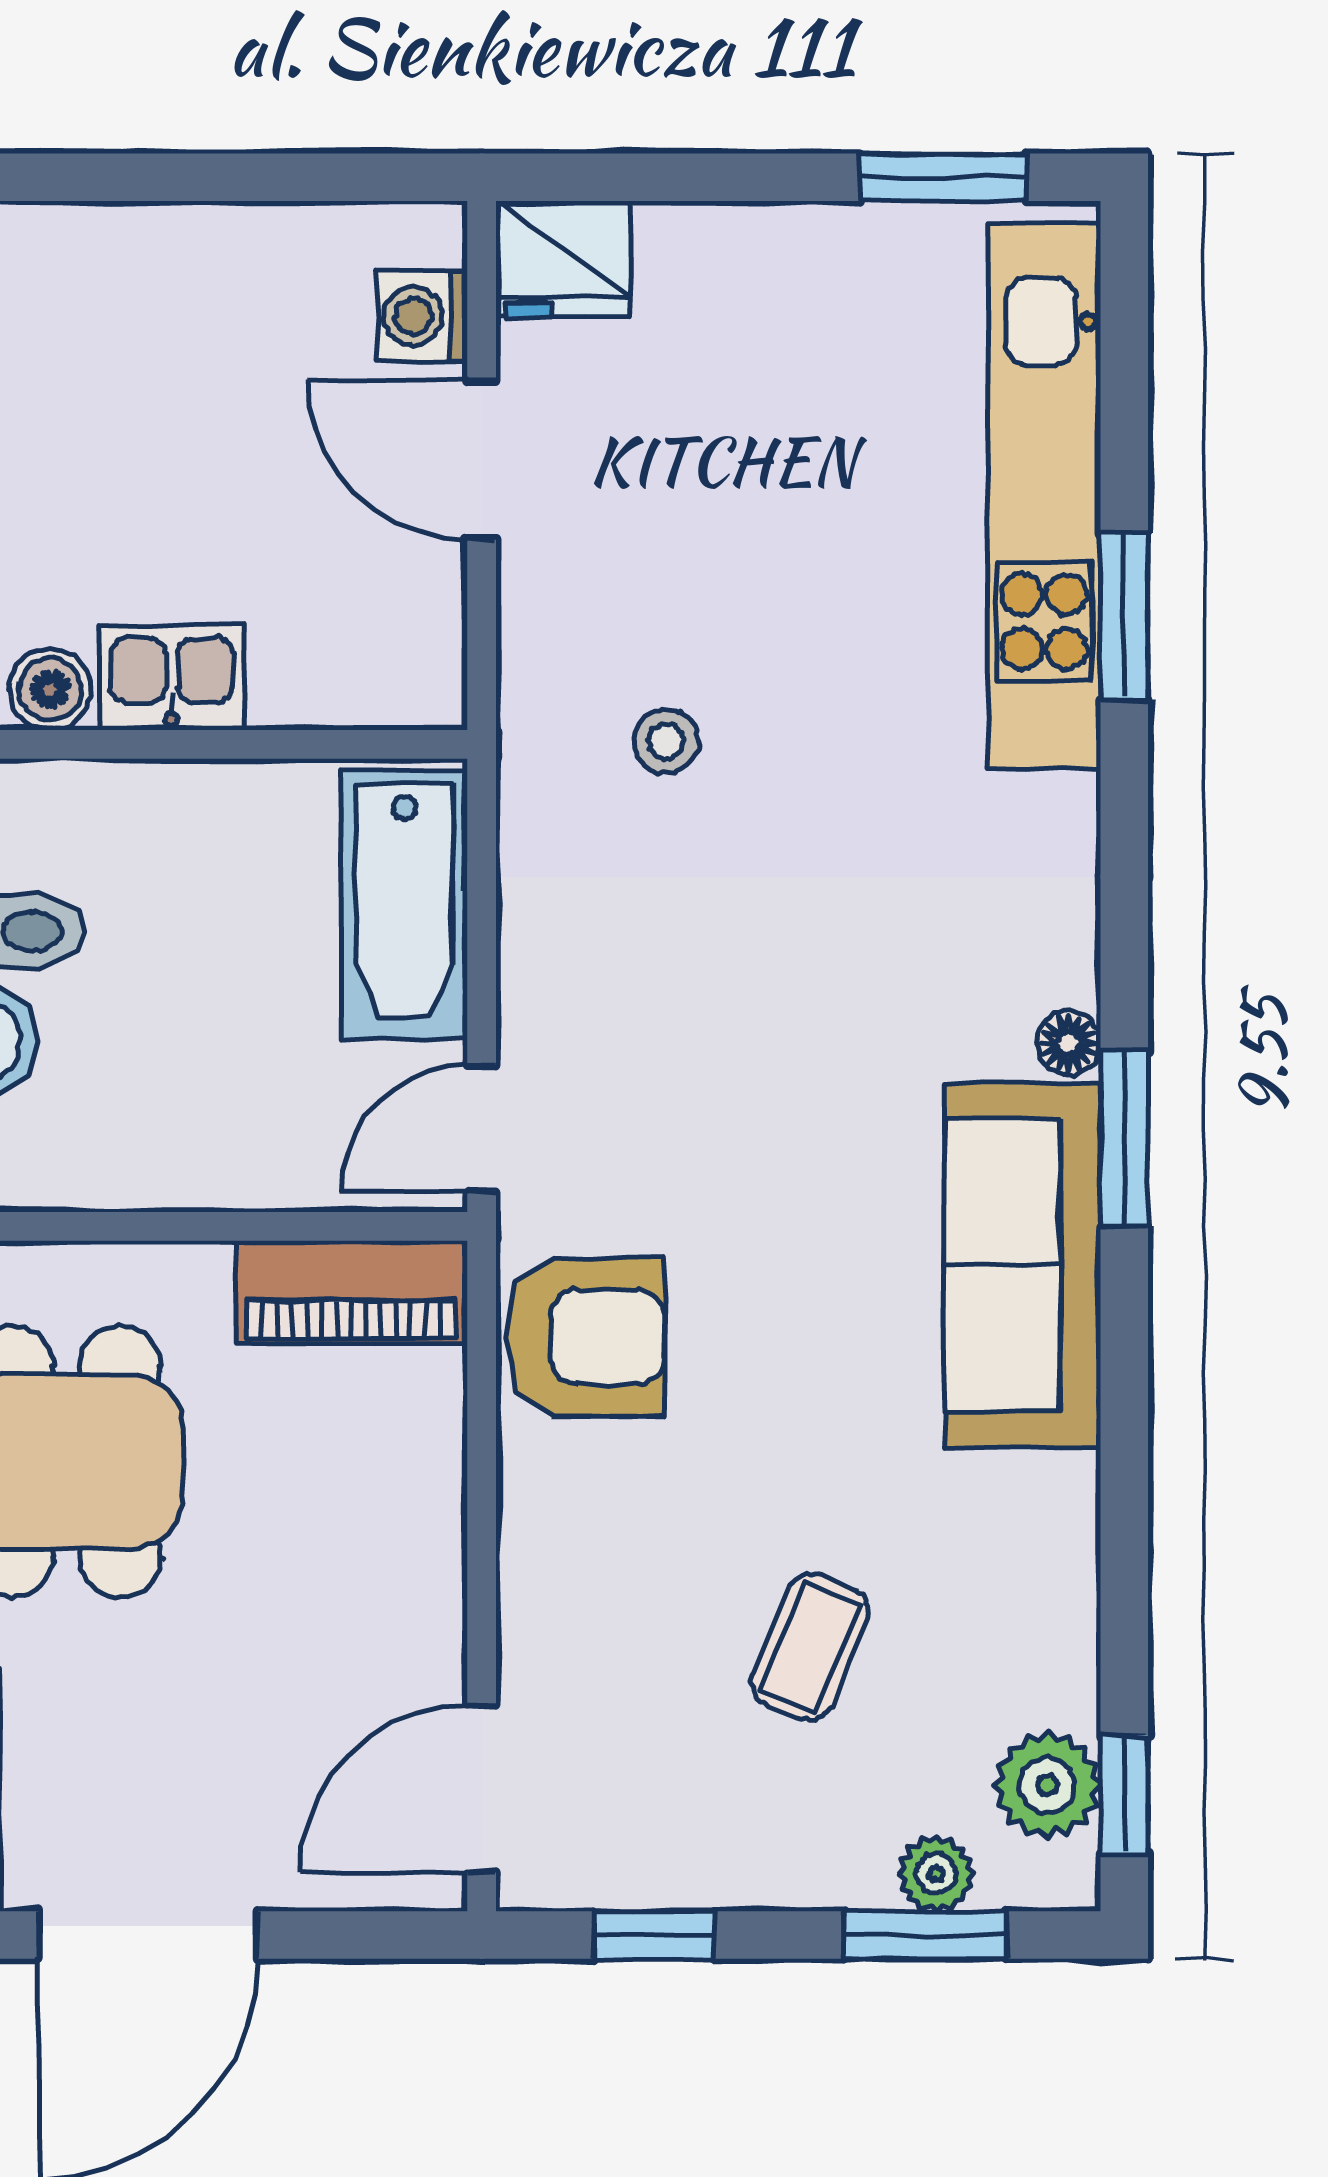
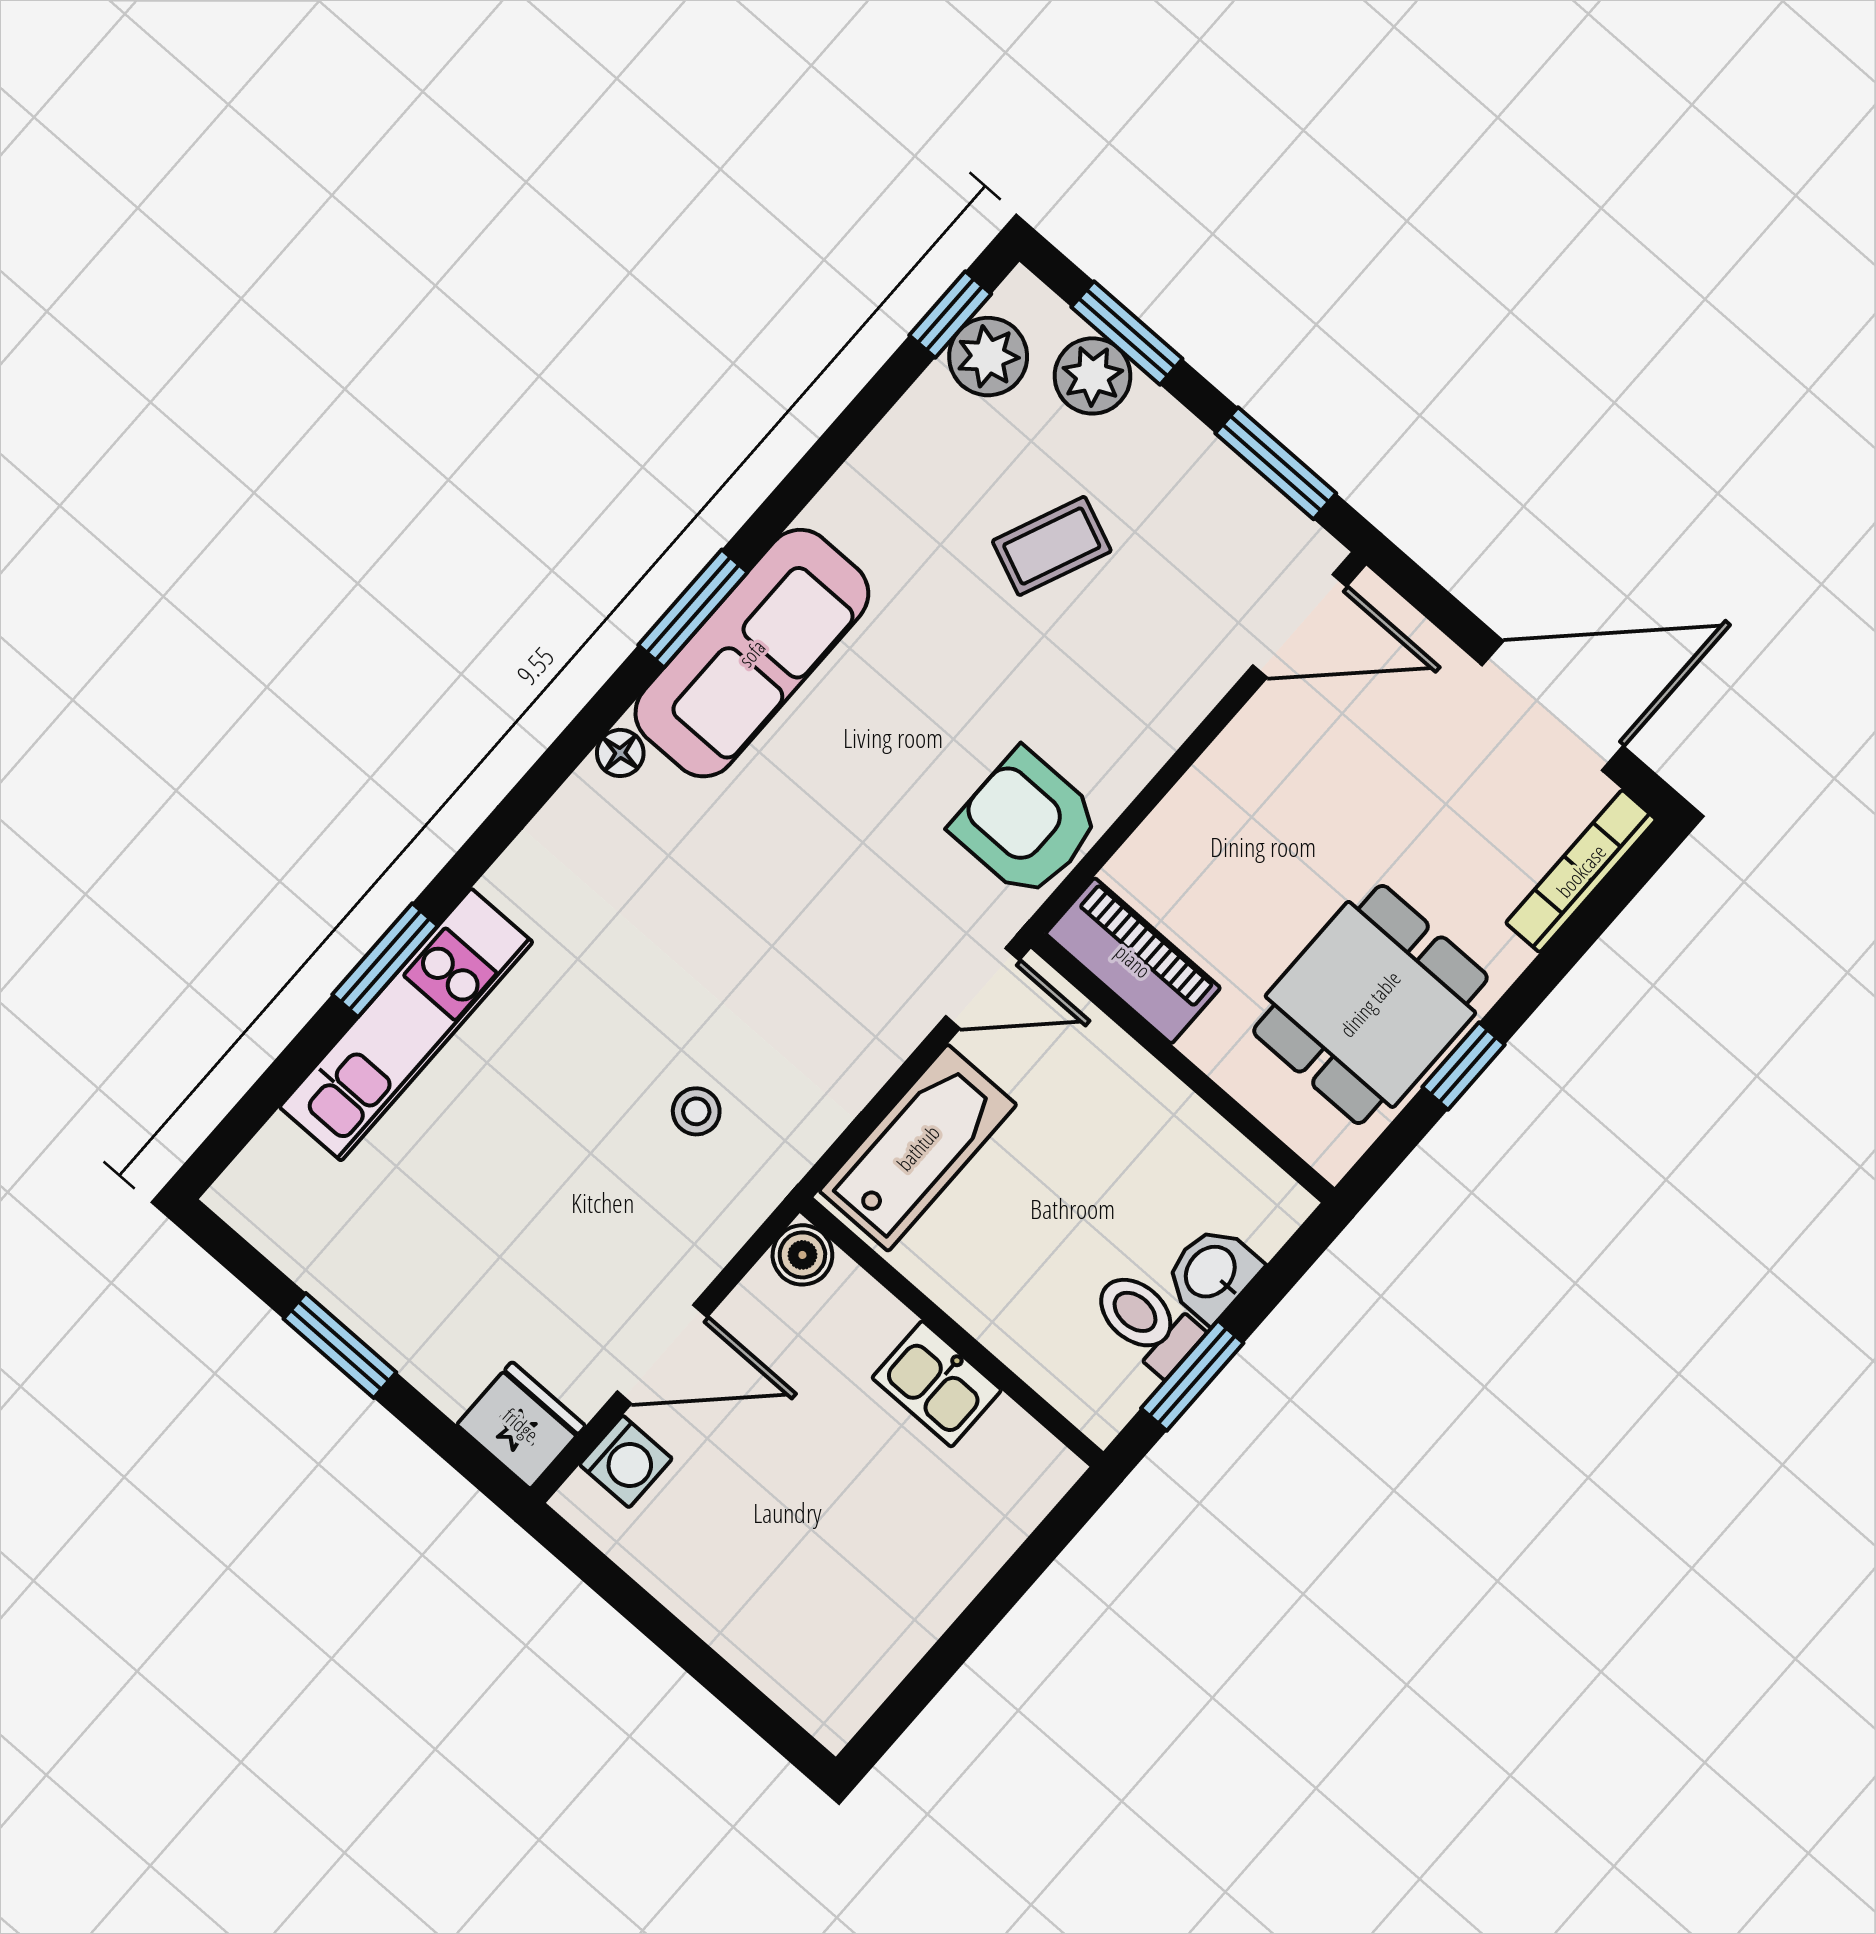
window: (943, 177) -> (340, 1345), moved
door: (482, 460) -> (662, 1354), hinge flipped
kitchen unit: (1044, 496) -> (406, 1025), width x0.73
boiler: (50, 689) -> (802, 1255), moved
window: (1124, 1139) -> (693, 609), moved
plant: (936, 1874) -> (1093, 376), width x1.38, depth x1.38
window: (654, 1935) -> (1276, 463), width x1.50

